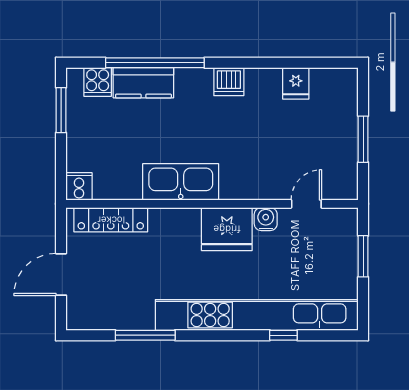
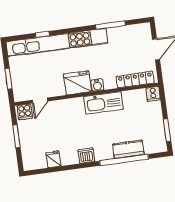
cooker: (98, 82) -> (25, 112), moved, turned 180
water cooler: (266, 219) -> (97, 85), moved

